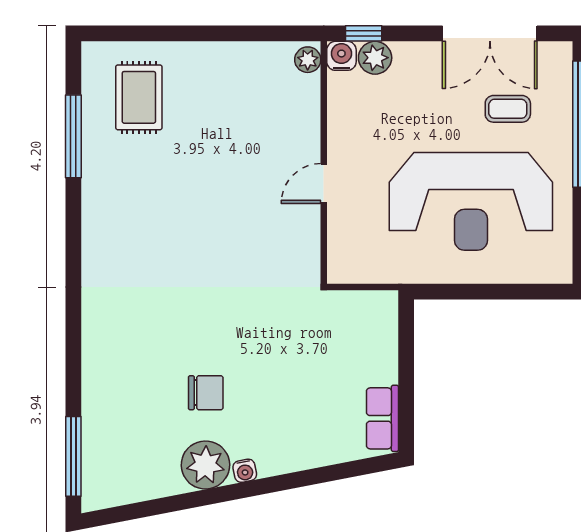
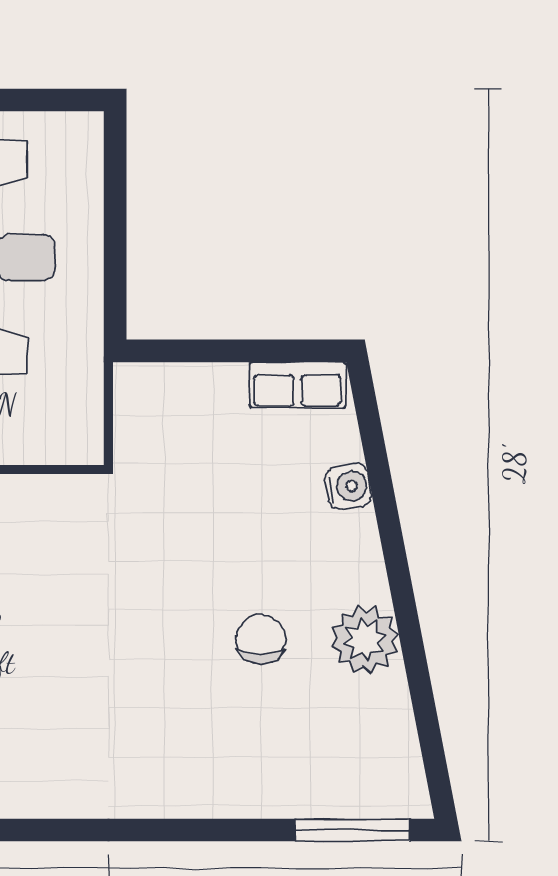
water cooler: (245, 471) -> (348, 487), moved, width x1.38, depth x1.38

